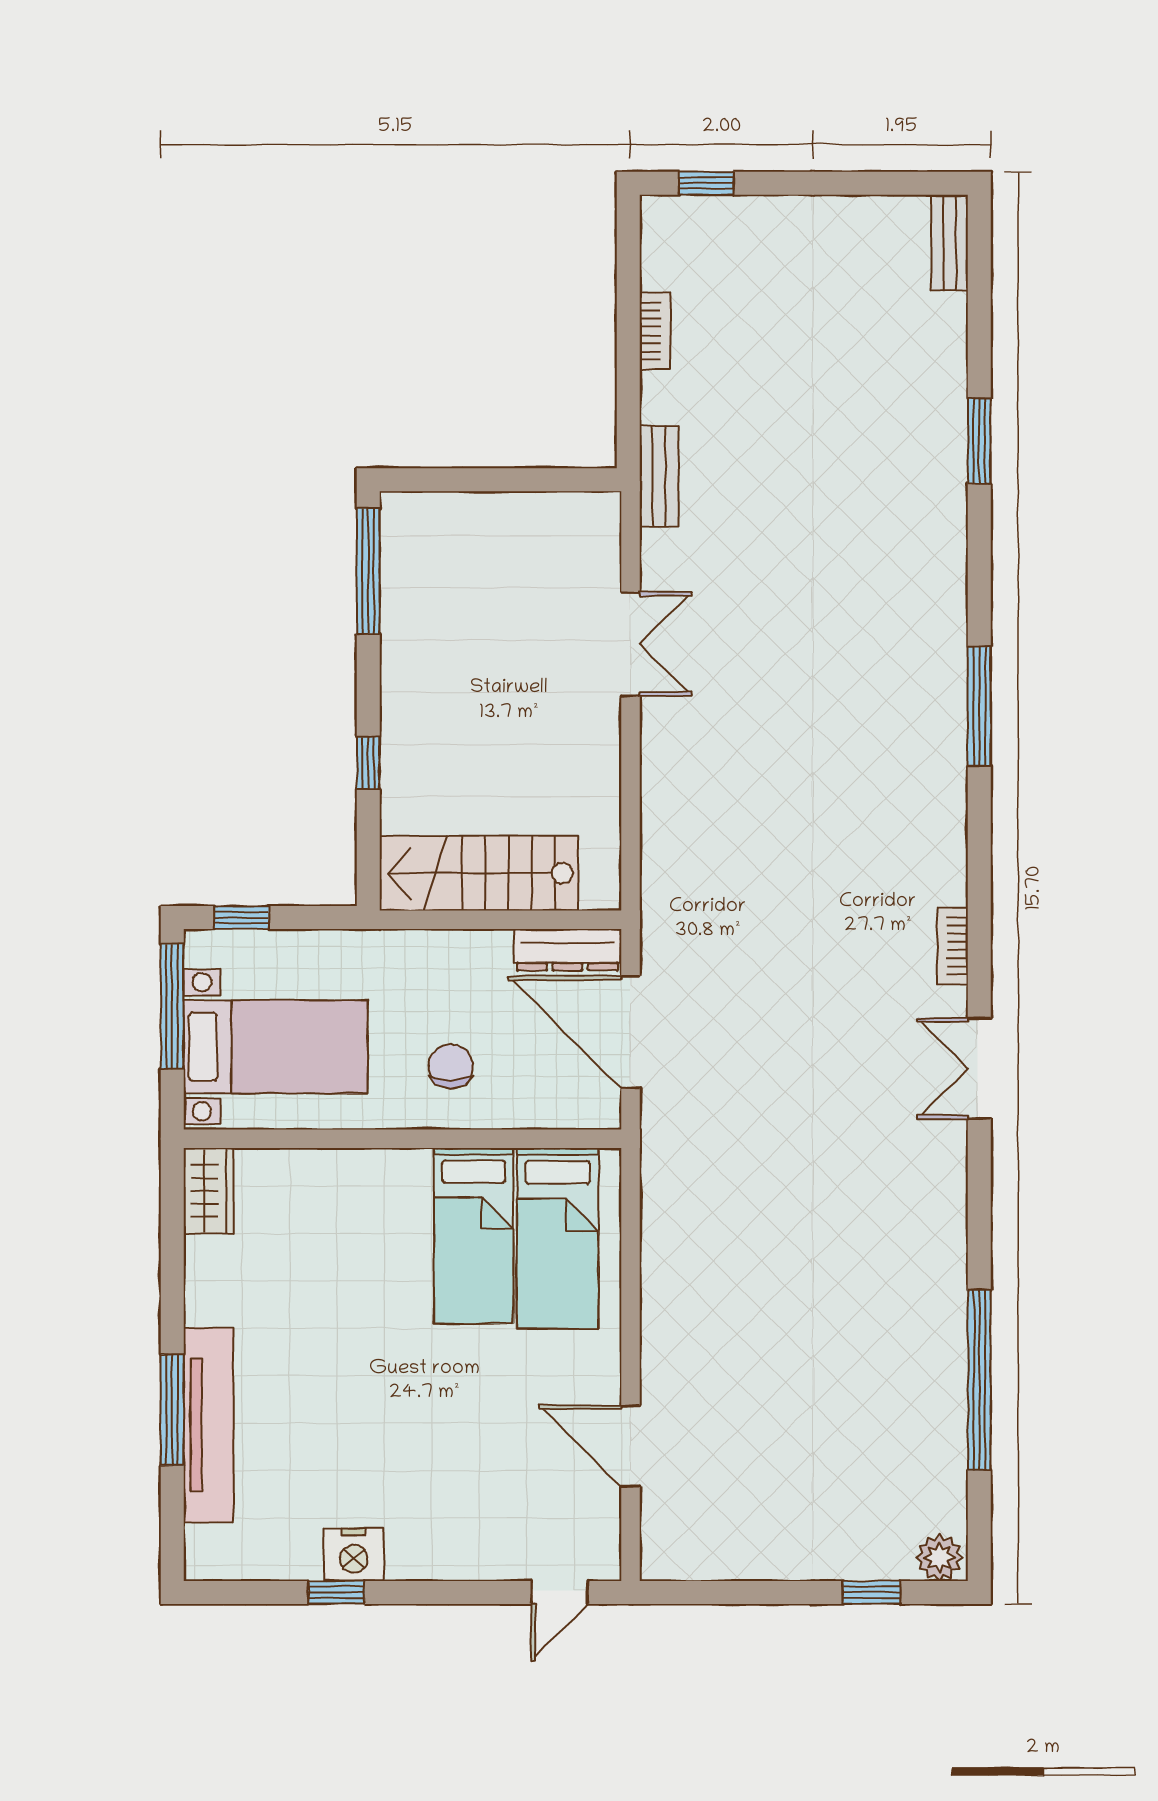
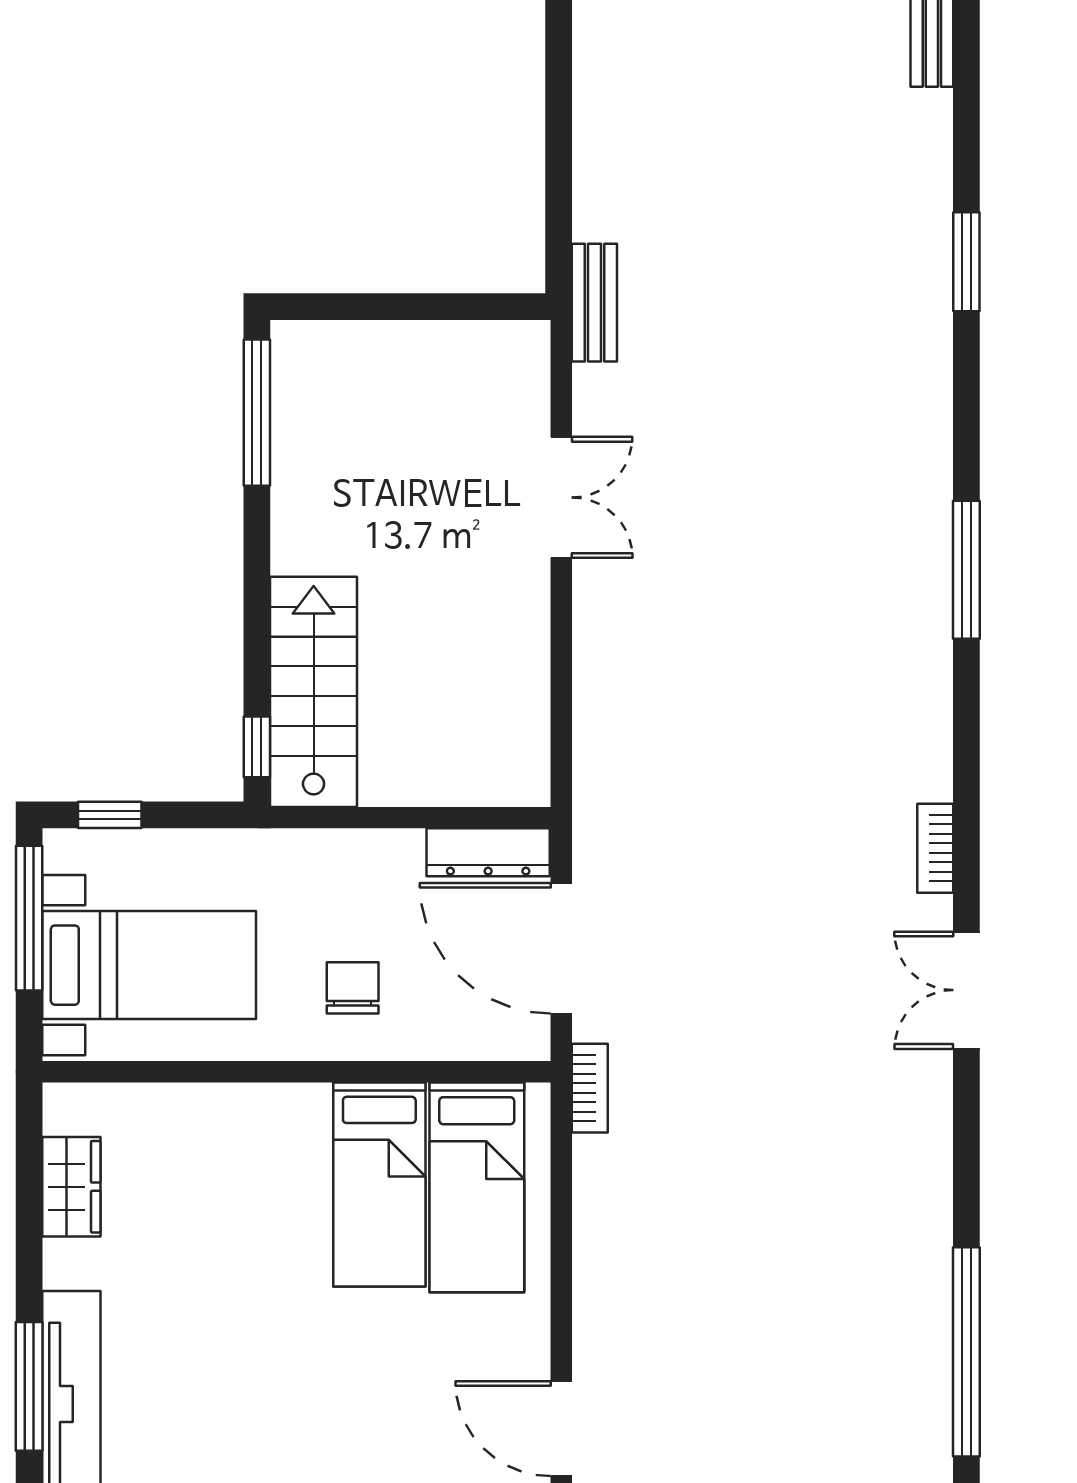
bookcase: (655, 331) -> (590, 1088), moved
window: (368, 763) -> (257, 747), moved
stairs: (479, 873) -> (314, 692), moved, turned 90
wardrobe: (208, 1191) -> (71, 1187), moved

